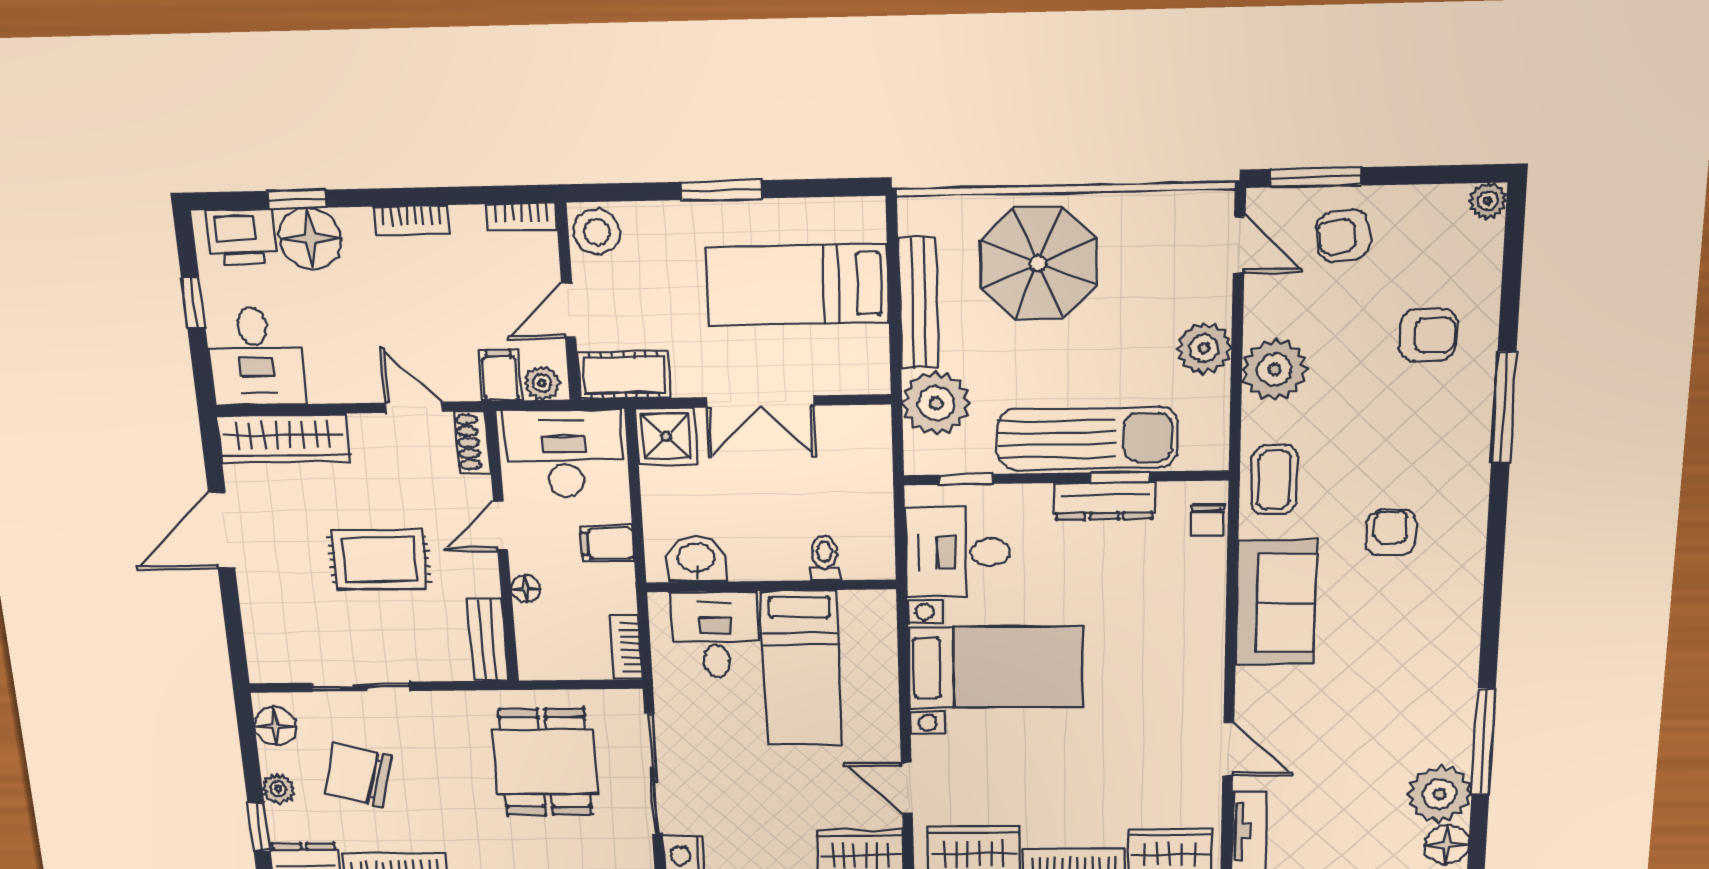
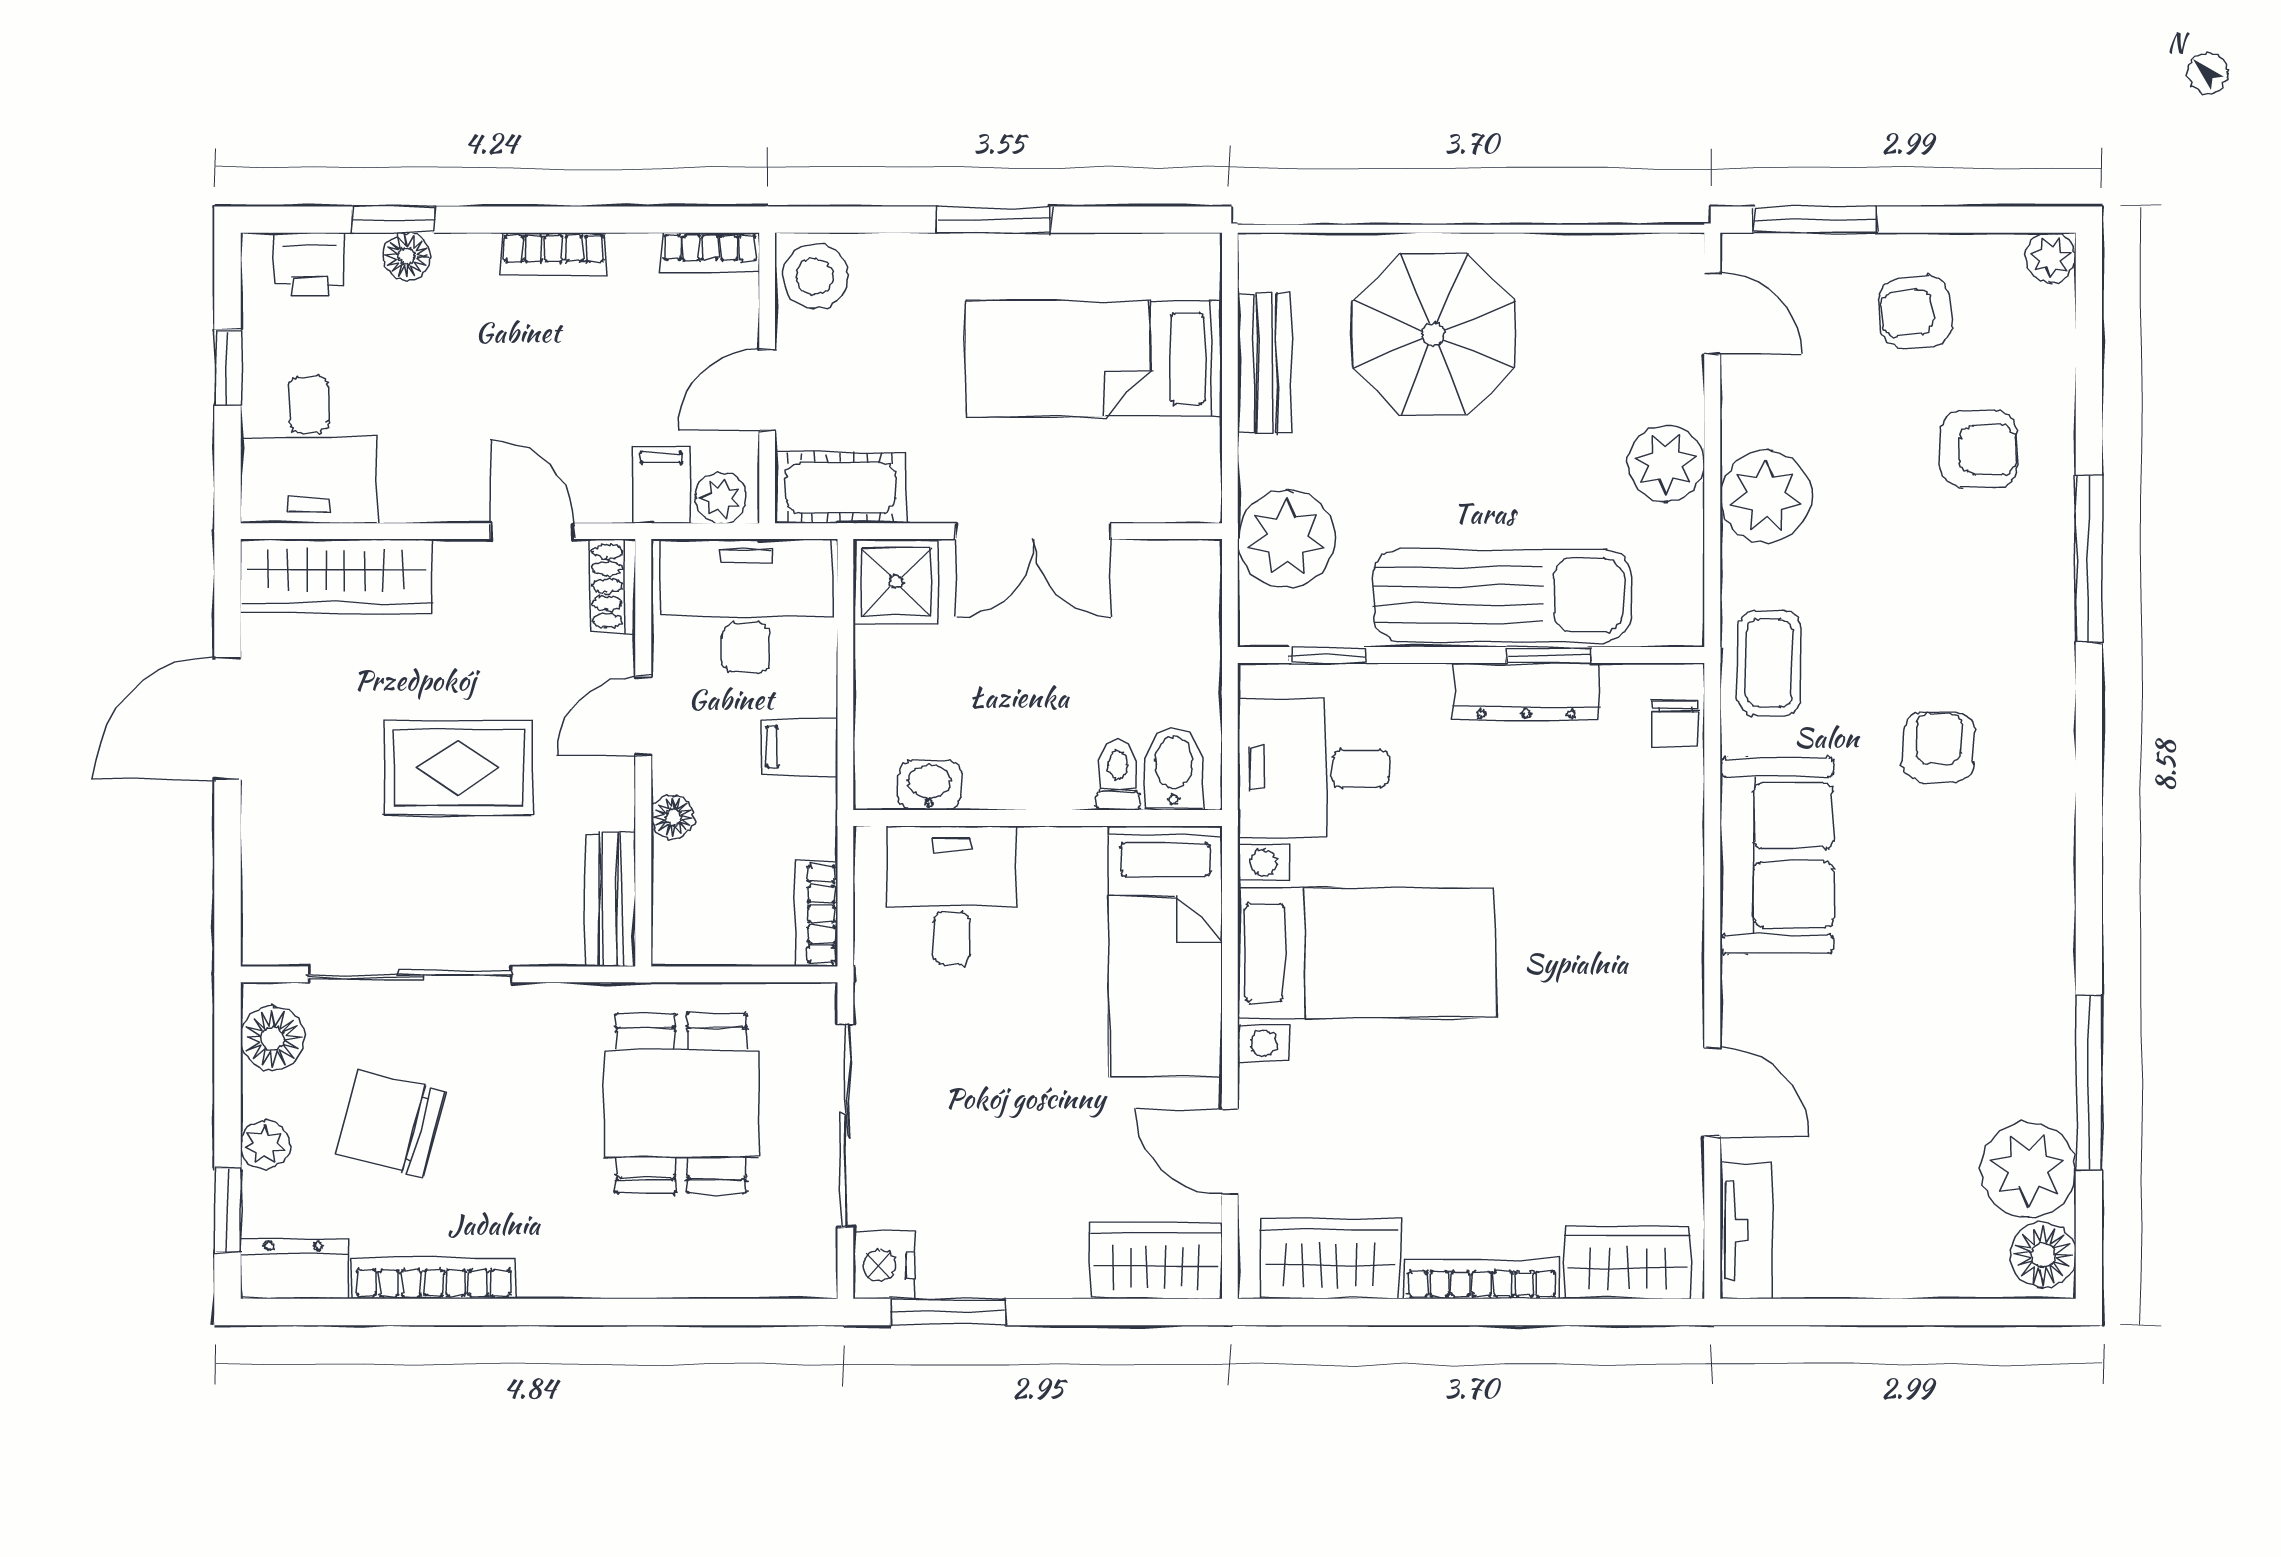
armchair: (1343, 236) -> (1916, 312), moved
printer: (242, 237) -> (309, 265), width x0.73, depth x0.81
floor lamp: (310, 239) -> (407, 256), width x0.53, depth x0.53
bench: (919, 303) -> (1265, 363), width x0.73
bidet: (862, 554) -> (1174, 768), added
washbasin: (696, 559) -> (929, 785), width x0.72, depth x0.69
bed: (802, 668) -> (1165, 952), moved
sliding door: (361, 687) -> (410, 974), width x1.37

